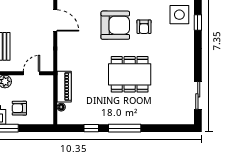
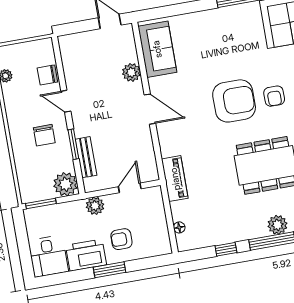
piano: (64, 87) -> (175, 179), moved
plant: (130, 117) -> (277, 225), added

